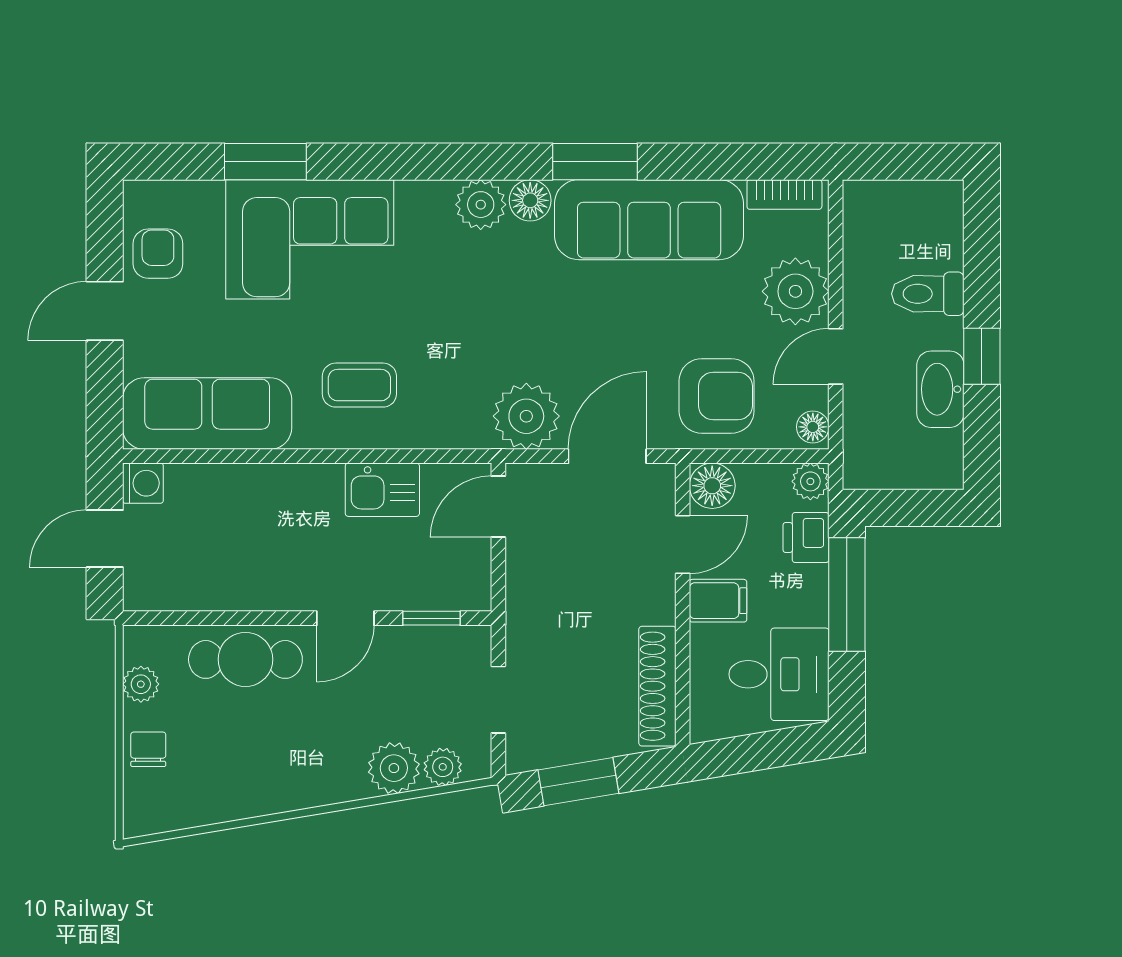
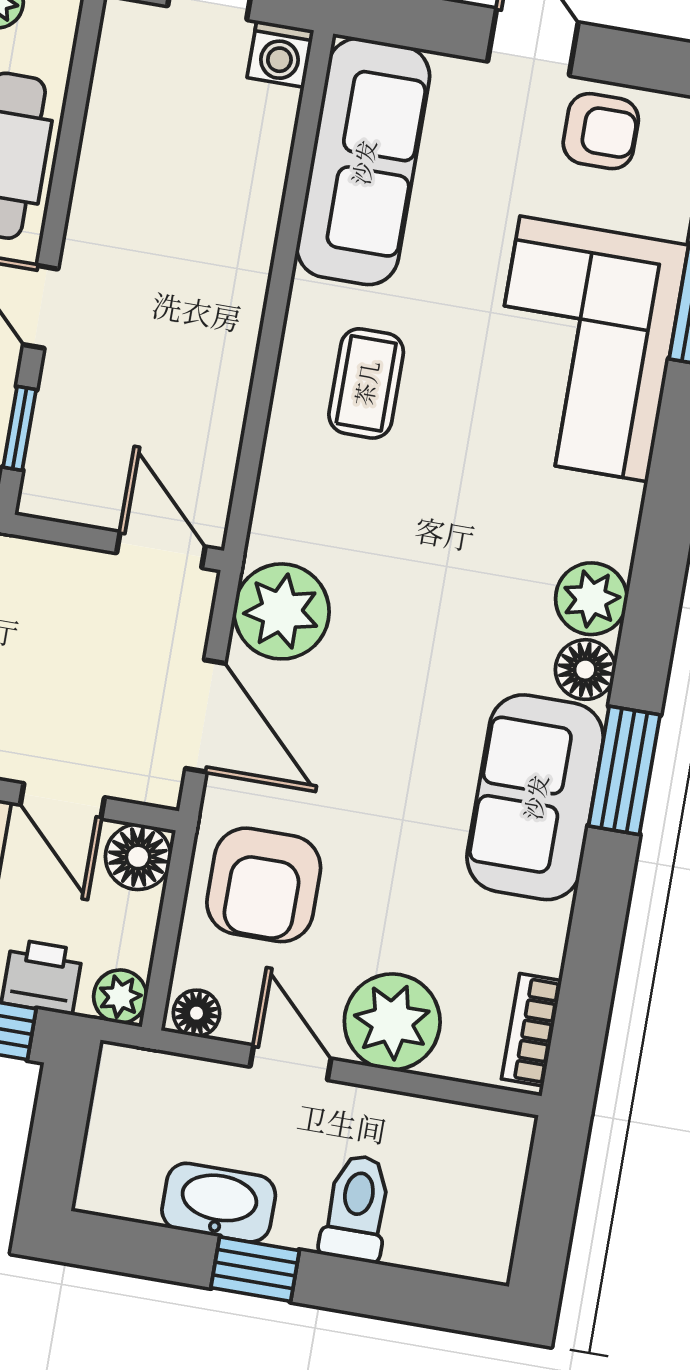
sofa: (649, 220) -> (535, 797), width x0.73
kitchen sink: (382, 490) -> (213, 390), removed

